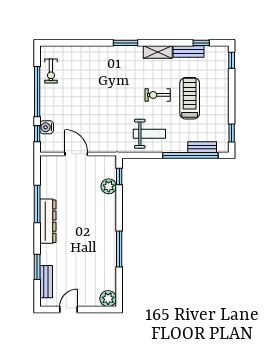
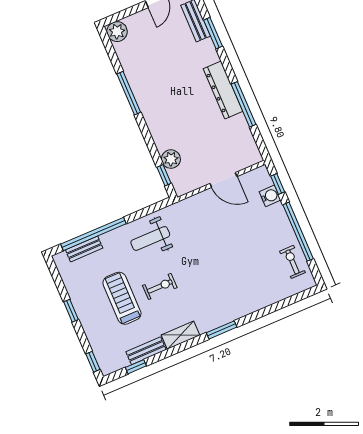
treadmill: (190, 98) -> (122, 298), turned 180
window: (232, 133) -> (71, 311), moved

